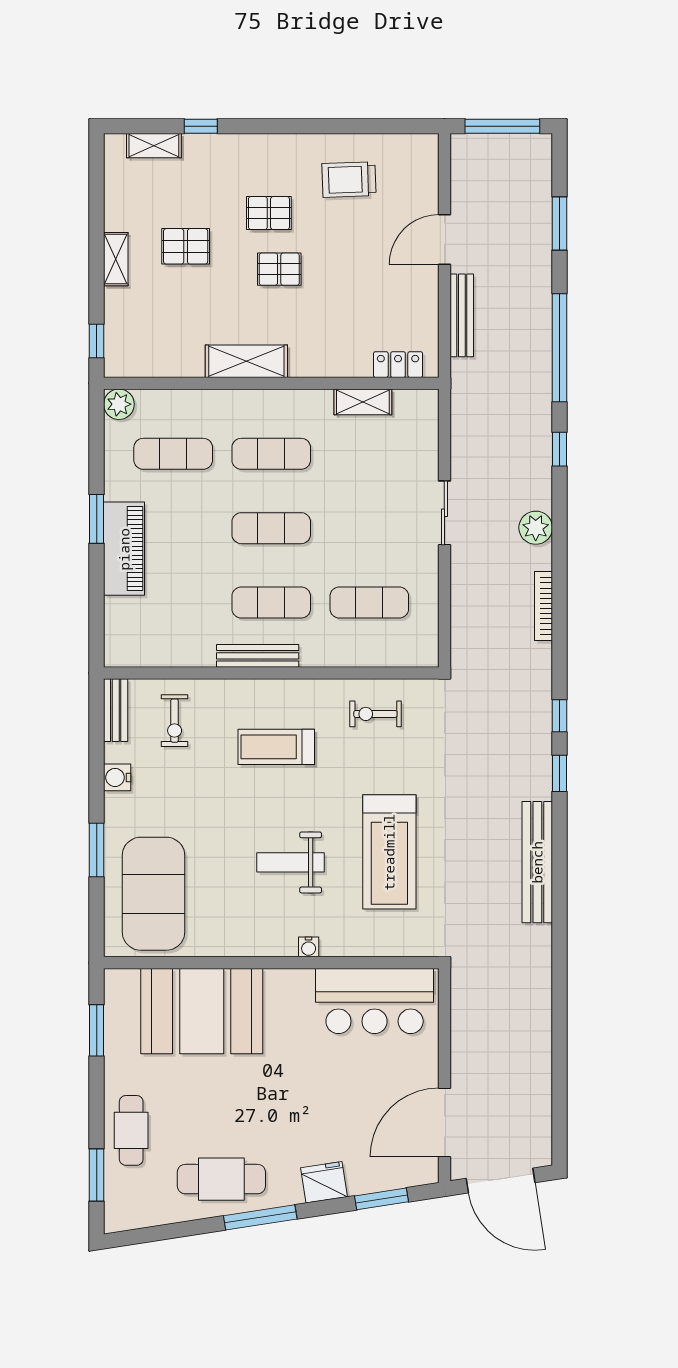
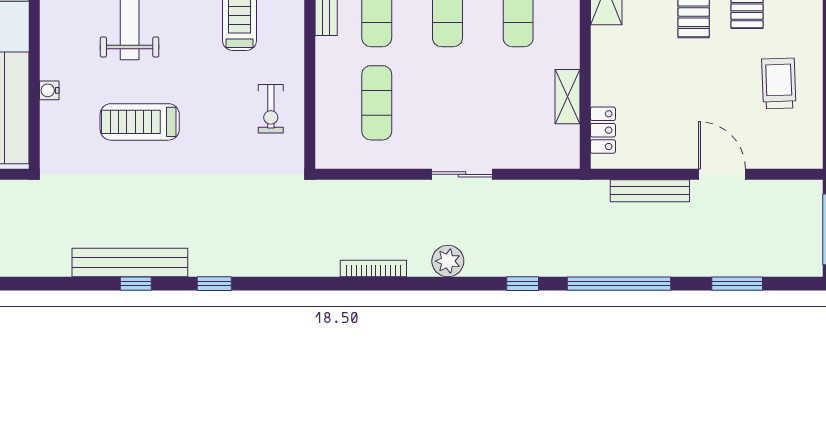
exercise bike: (375, 714) -> (271, 109), turned 180
window: (559, 716) -> (136, 284), moved
treadmill: (389, 852) -> (140, 122), width x0.73, depth x0.73
water cooler: (309, 947) -> (49, 90), moved

